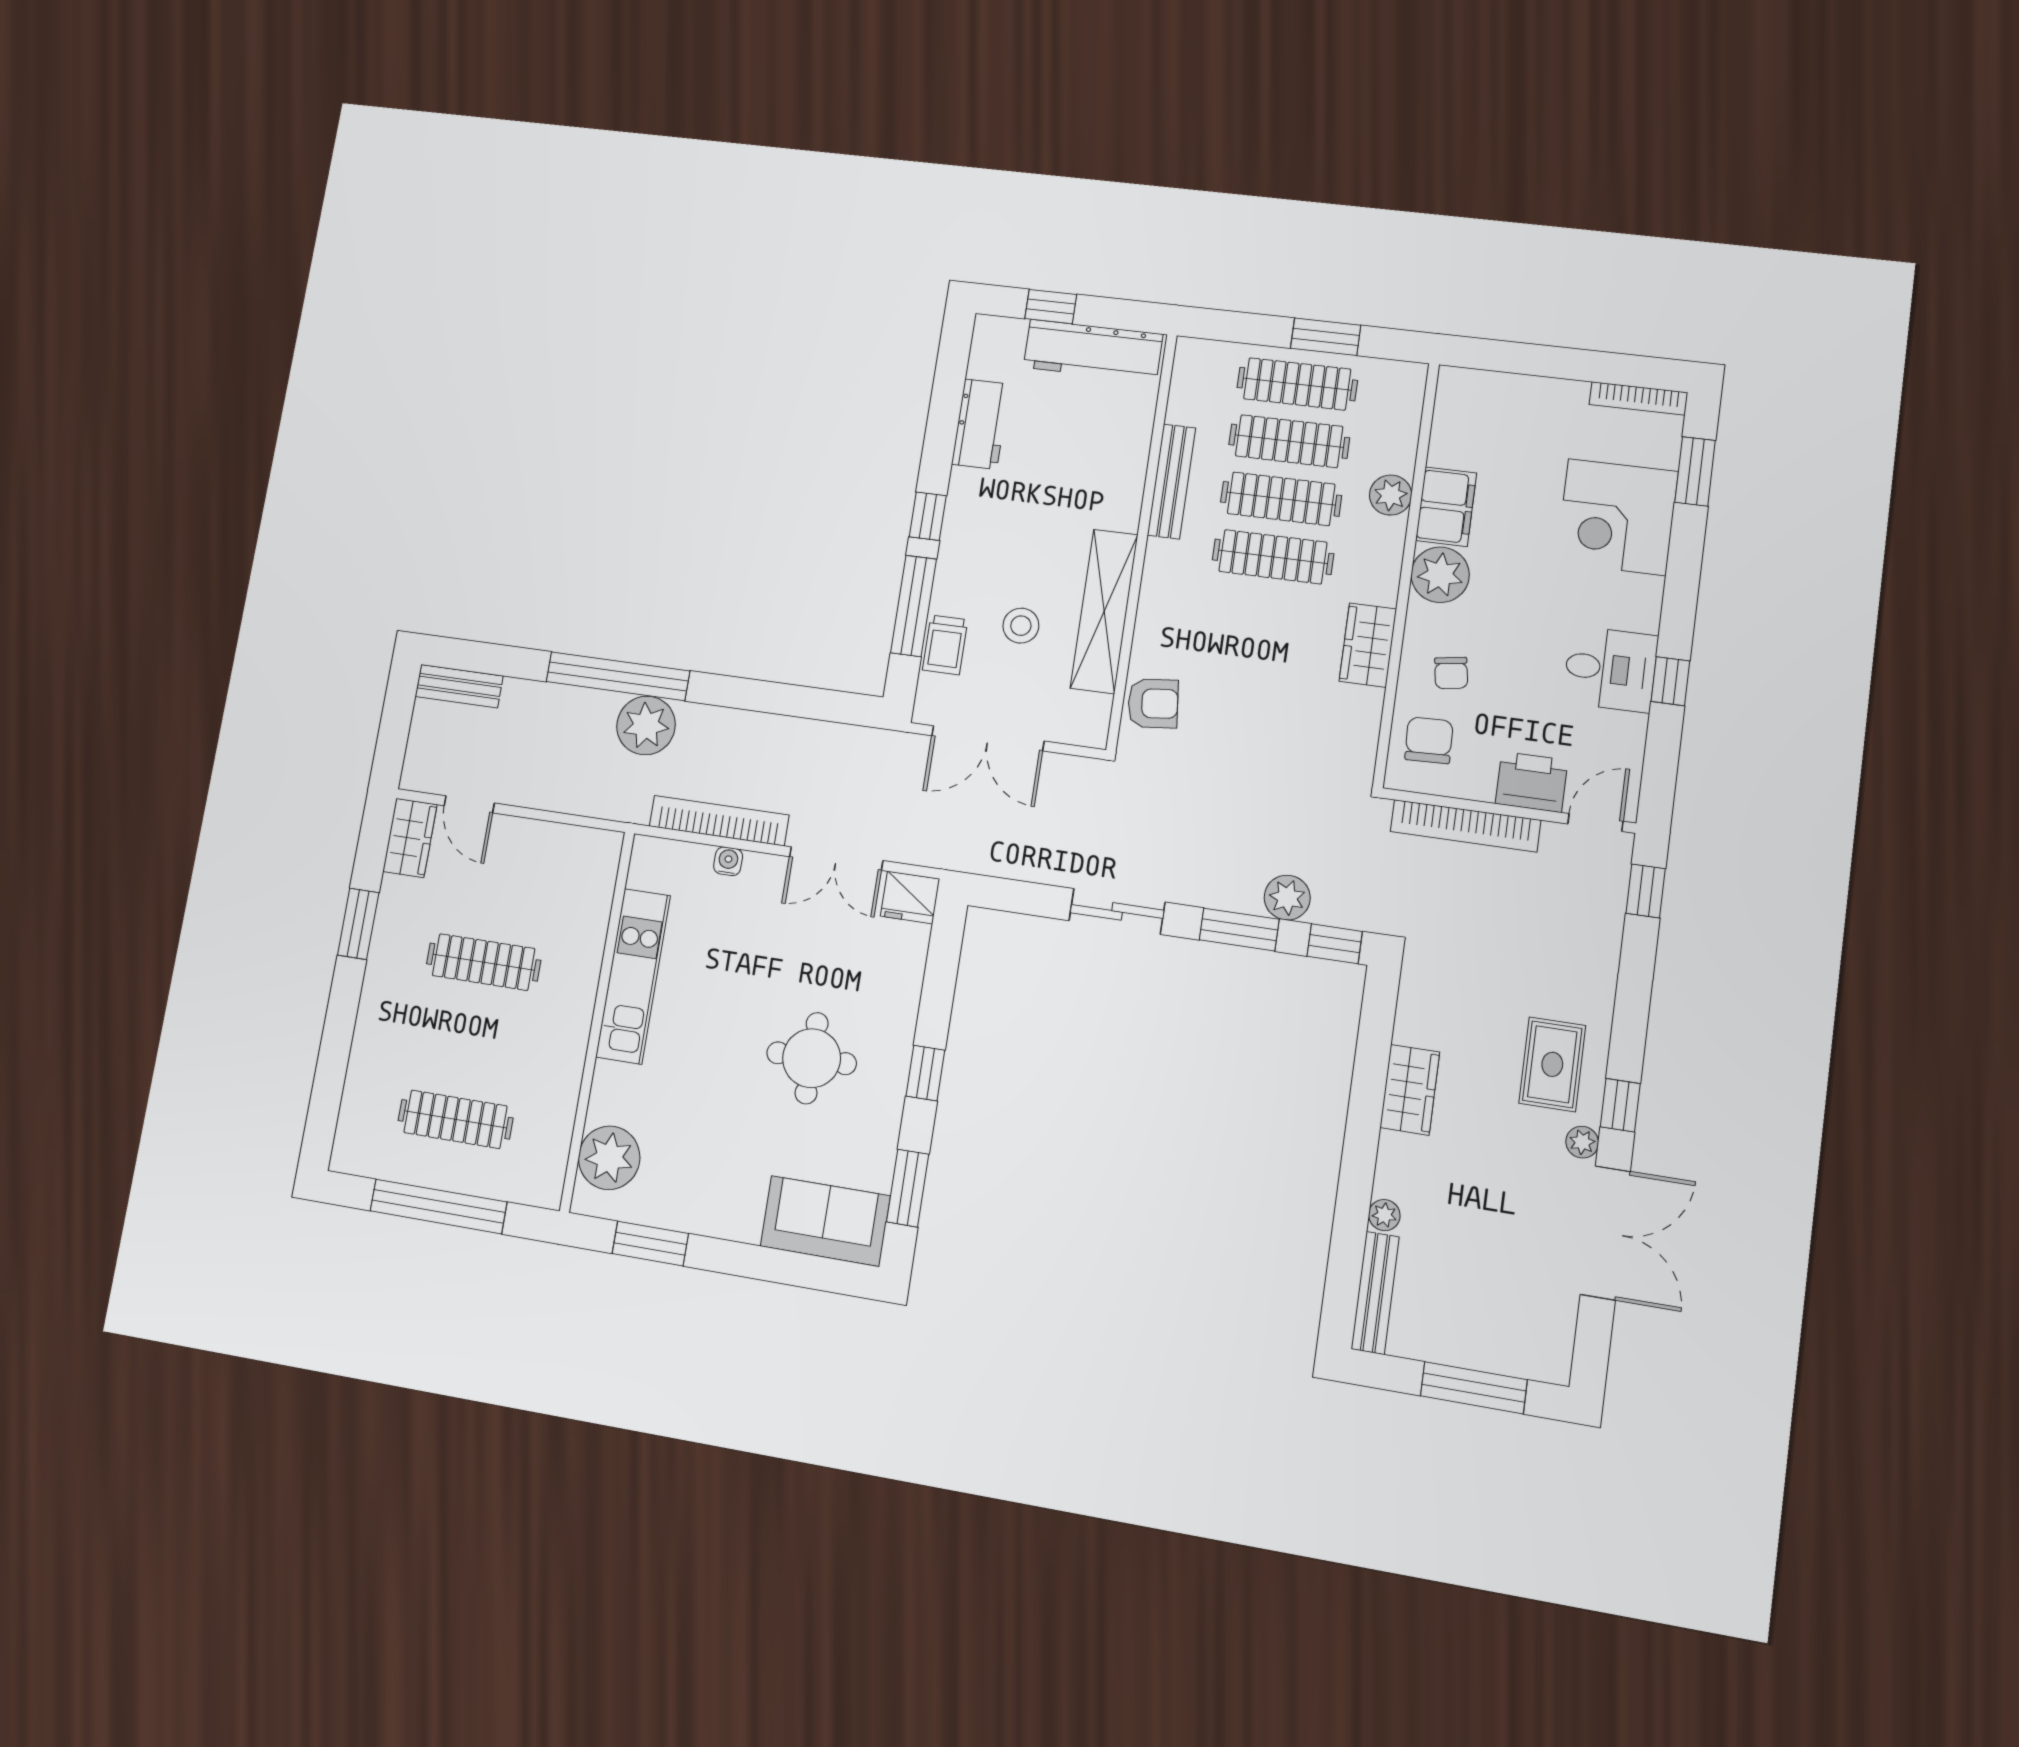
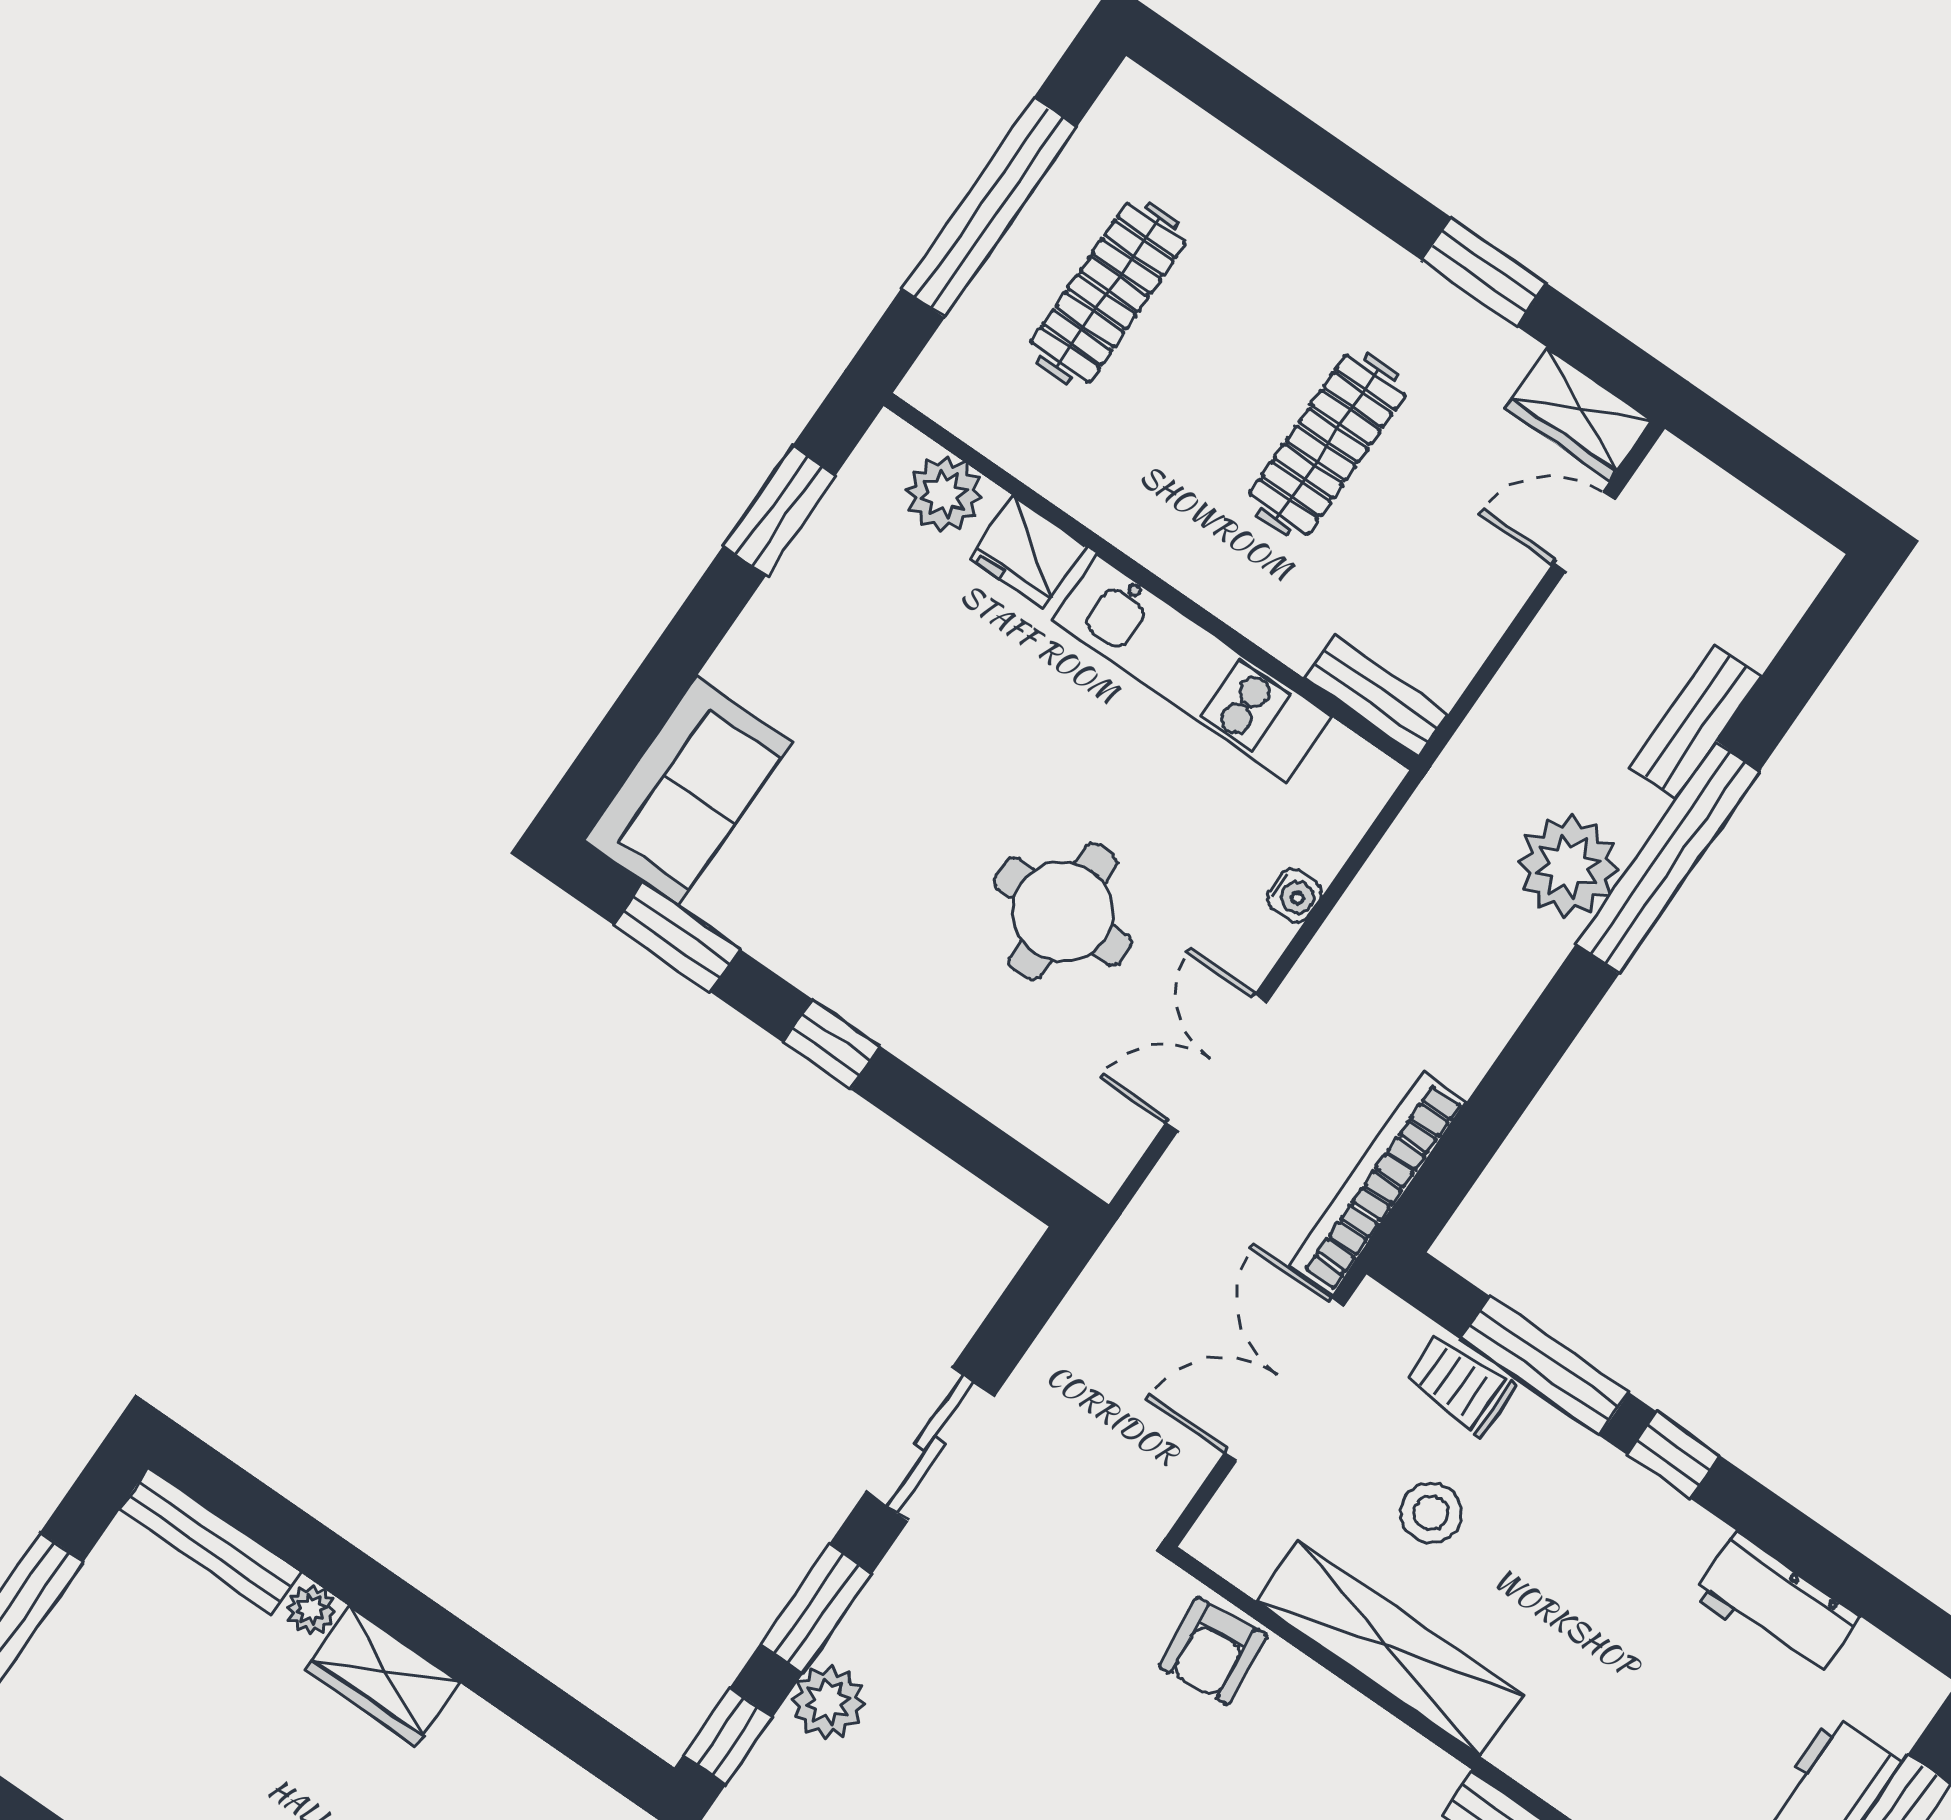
bench: (459, 686) -> (1695, 721), moved
bookcase: (719, 821) -> (1378, 1184), moved, turned 180
bench: (603, 870) -> (1377, 696), added
fridge: (910, 897) -> (1028, 552), moved, turned -90
round table: (812, 1058) -> (1063, 912), moved
wardrobe: (1410, 1090) -> (382, 1676), moved
plant: (609, 1158) -> (944, 494), width x0.73, depth x0.73

